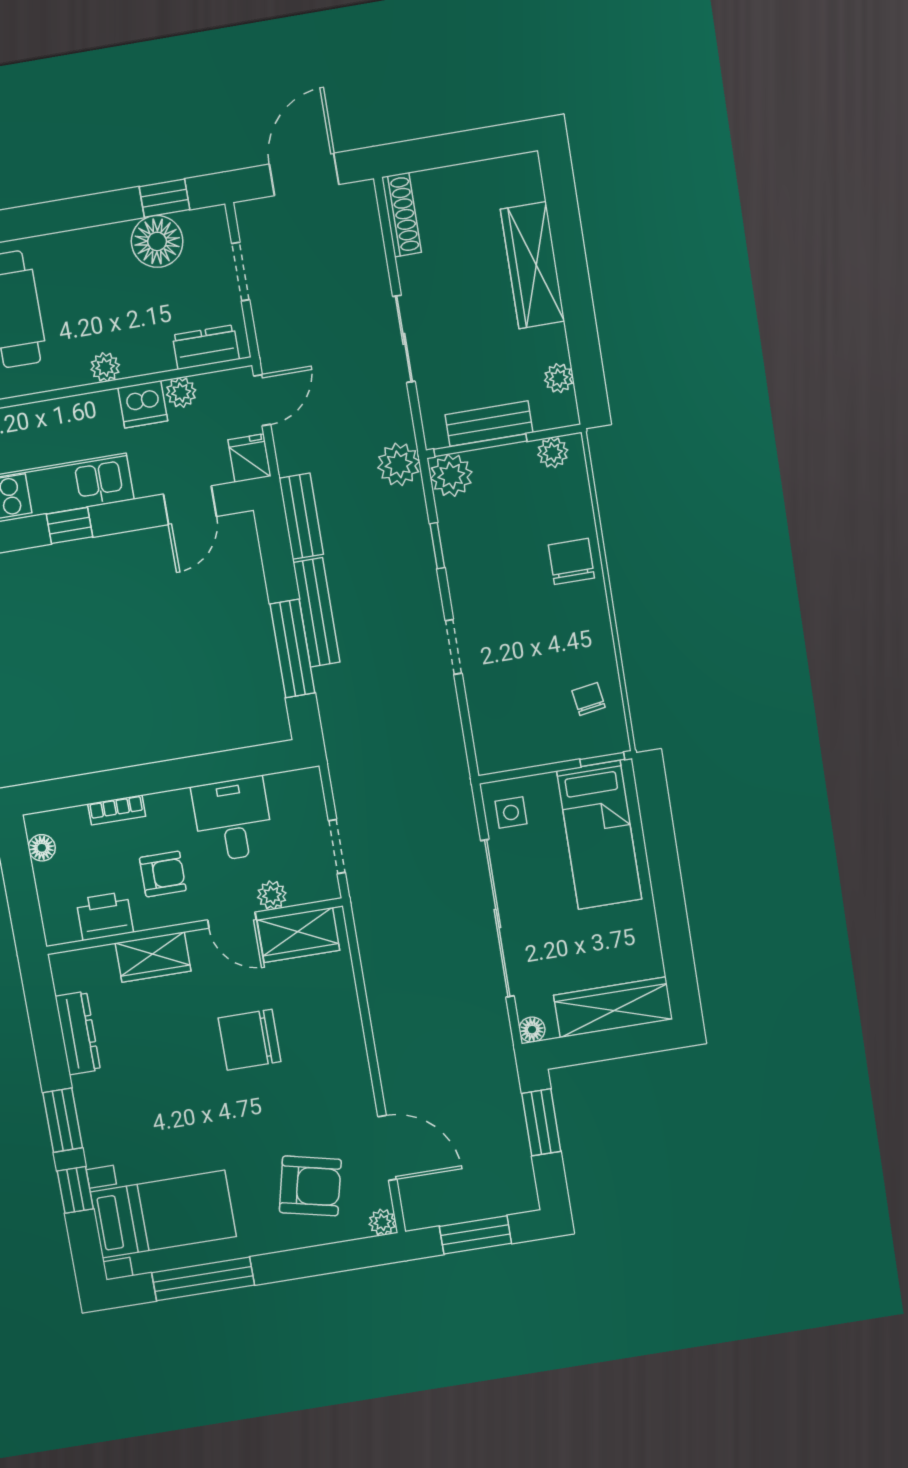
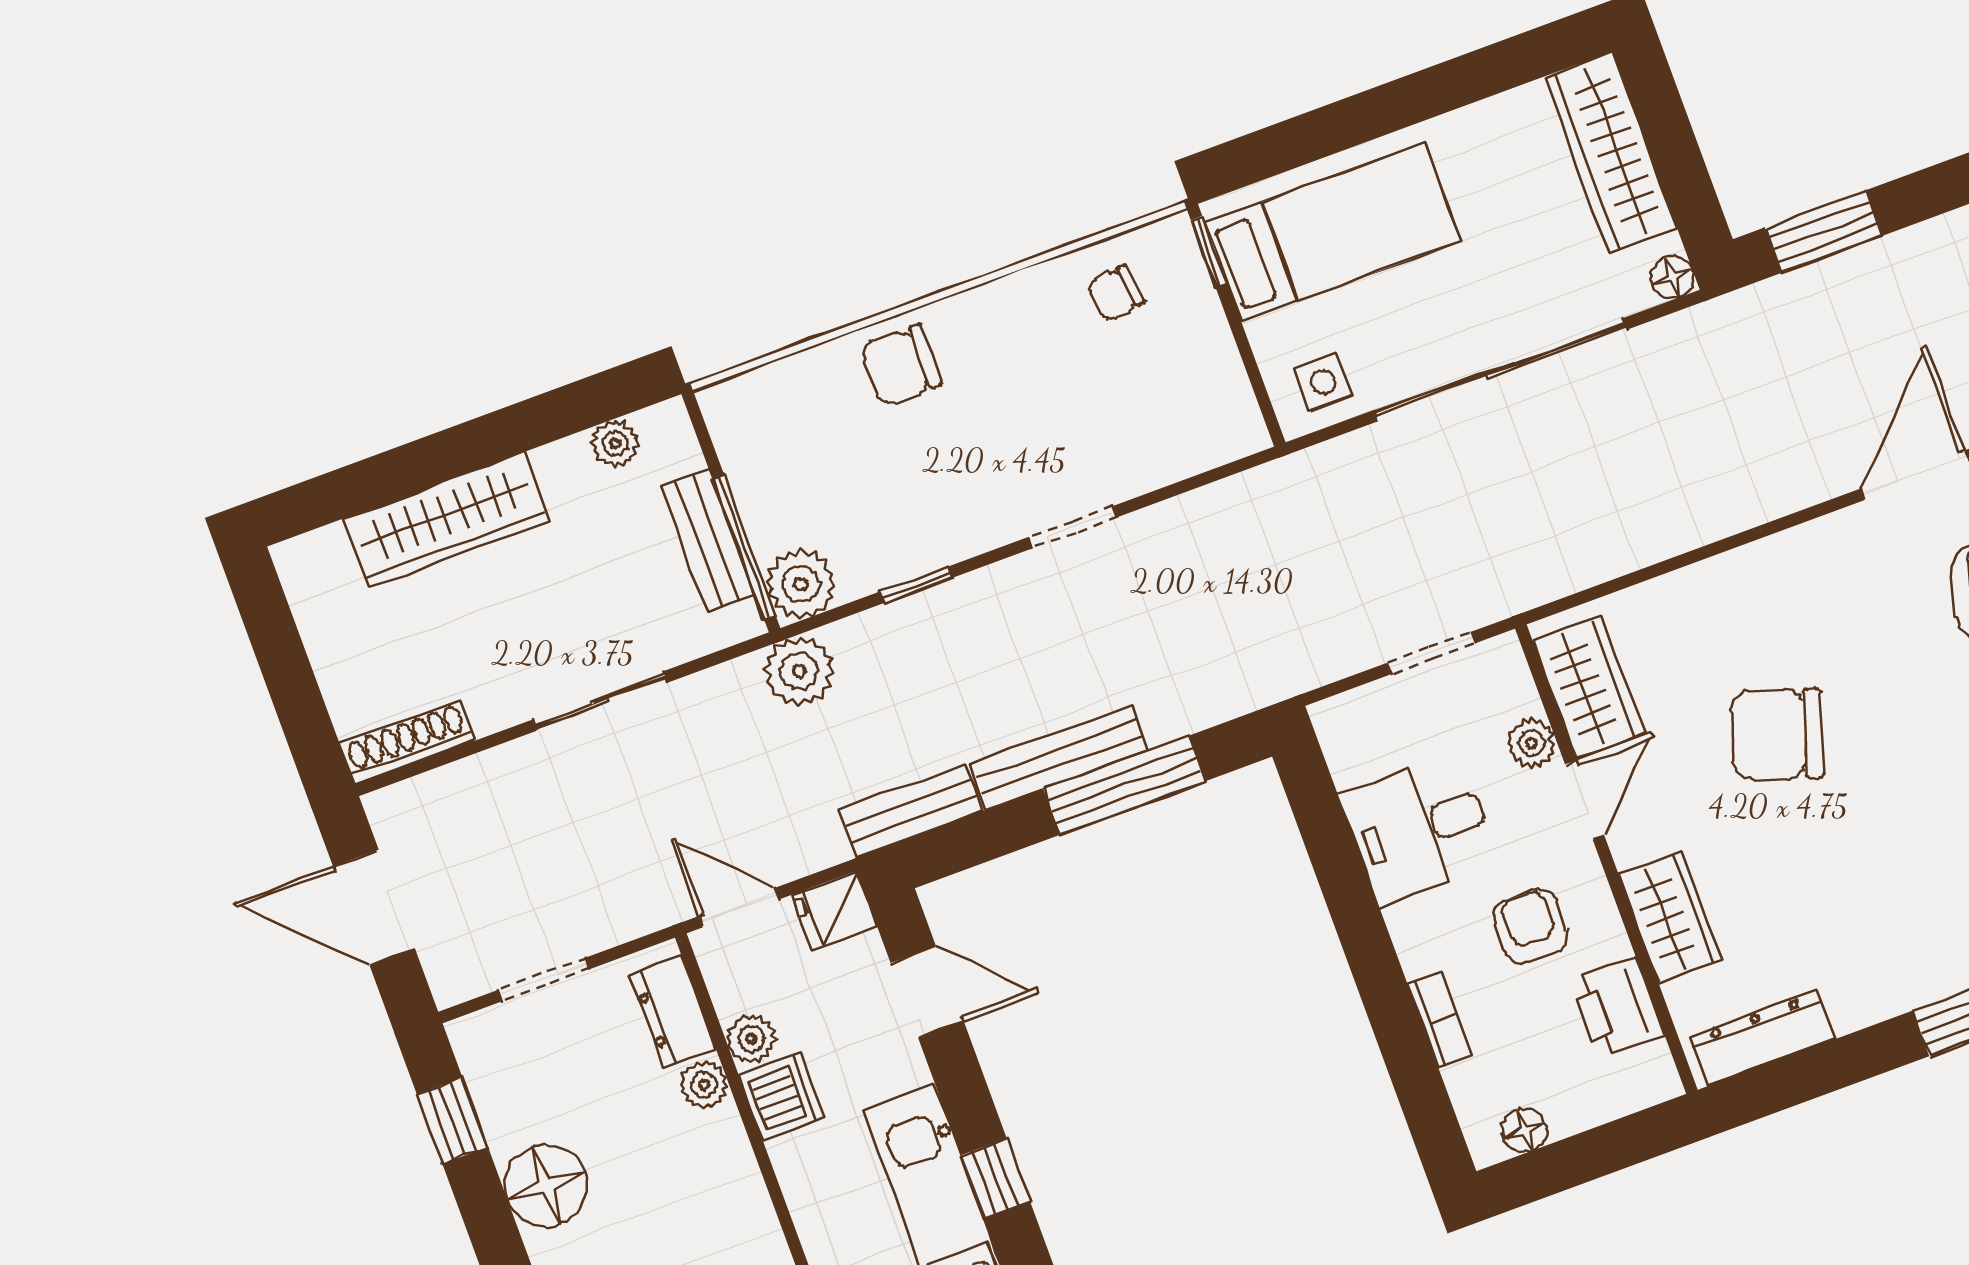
floor lamp: (157, 241) -> (546, 1186), moved
plant: (105, 367) -> (704, 1085), moved
plant: (553, 452) -> (734, 430), removed
dresser: (78, 1033) -> (1762, 1038), moved
chair: (250, 1040) -> (1777, 735), turned 108

